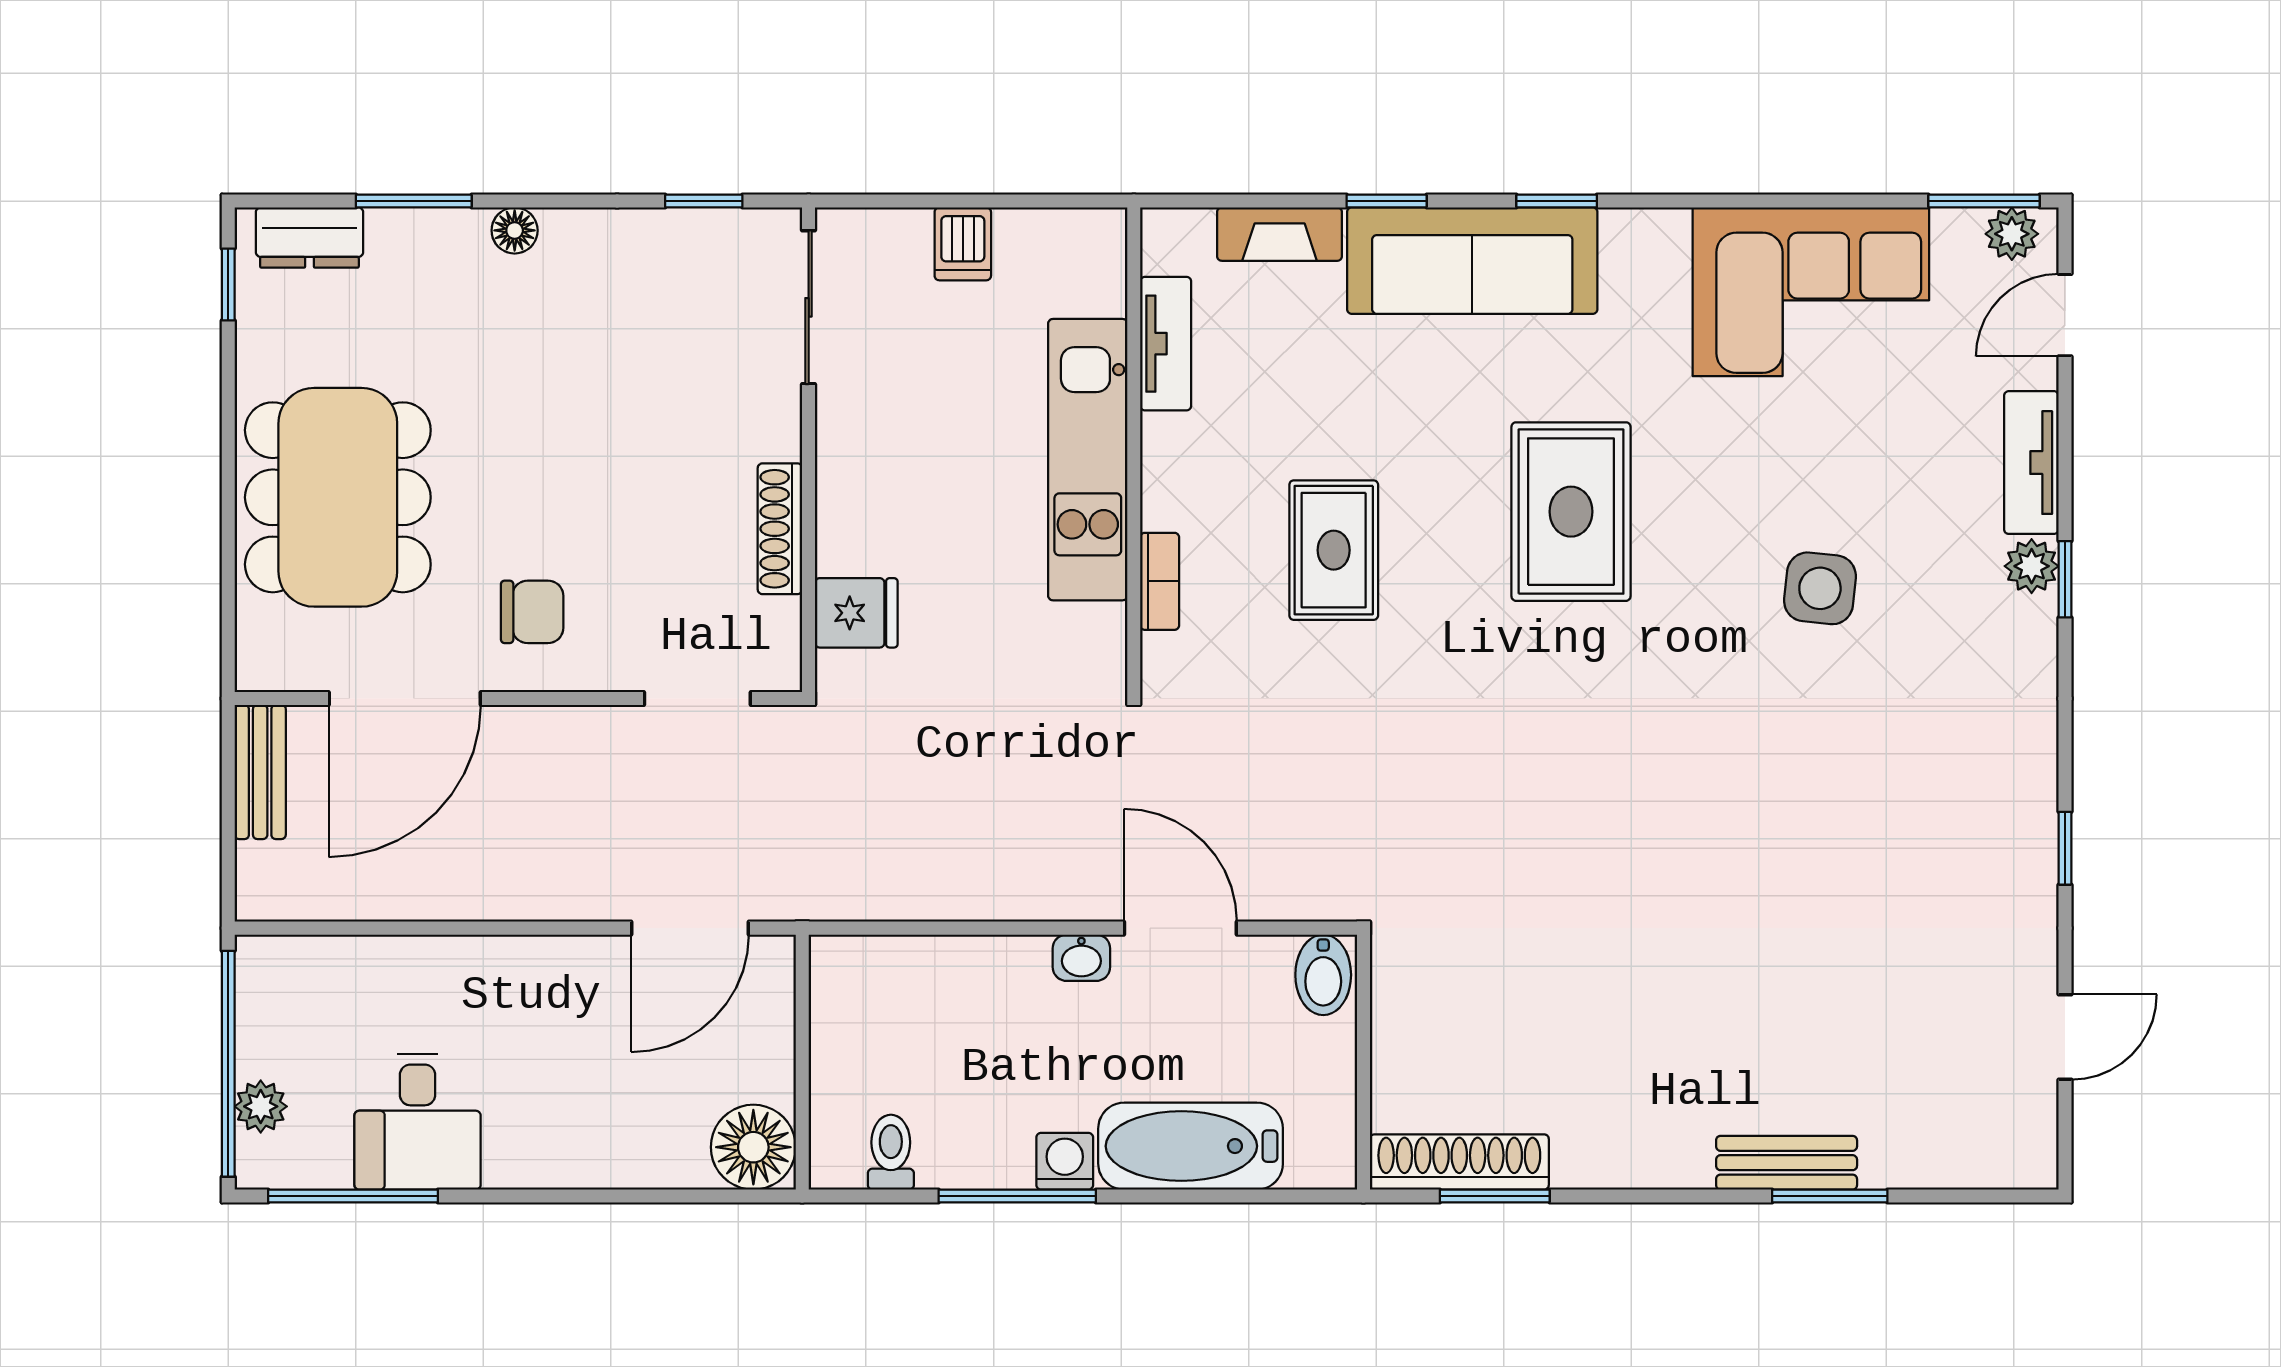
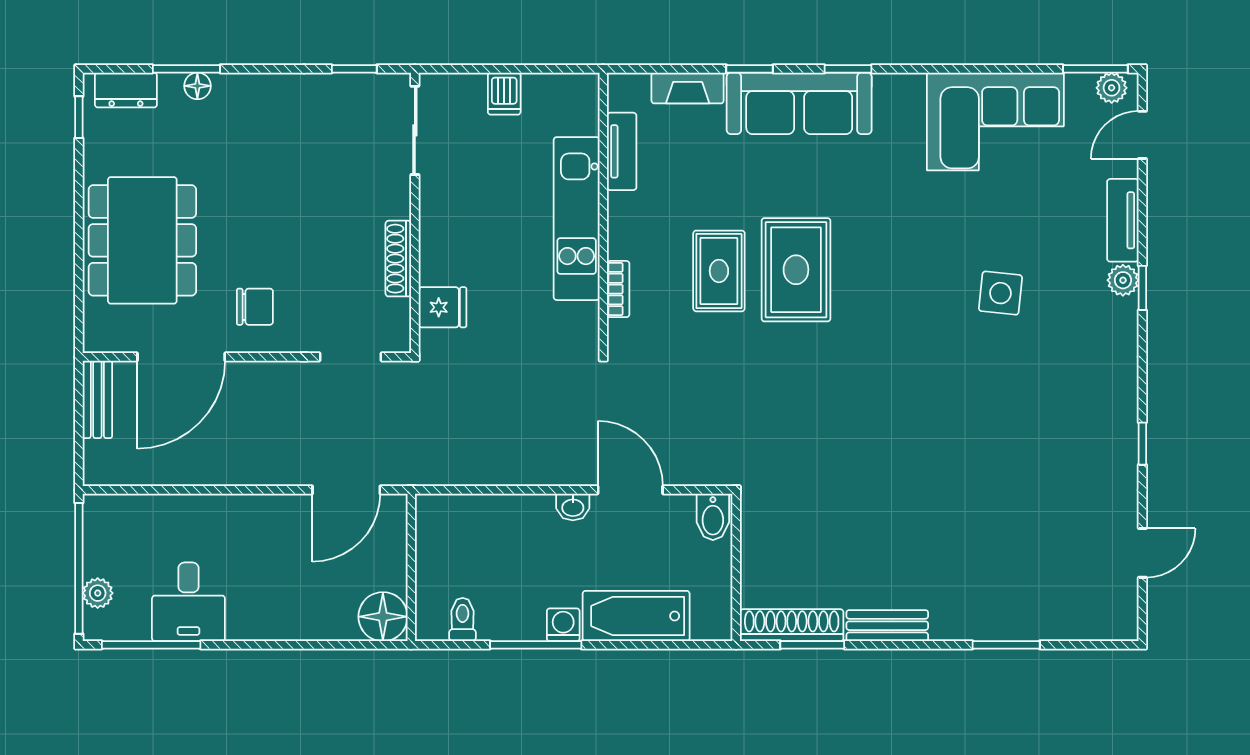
floor lamp: (515, 230) -> (197, 86), moved
rug: (1571, 512) -> (796, 270), moved
bench: (1787, 1163) -> (887, 626), moved

